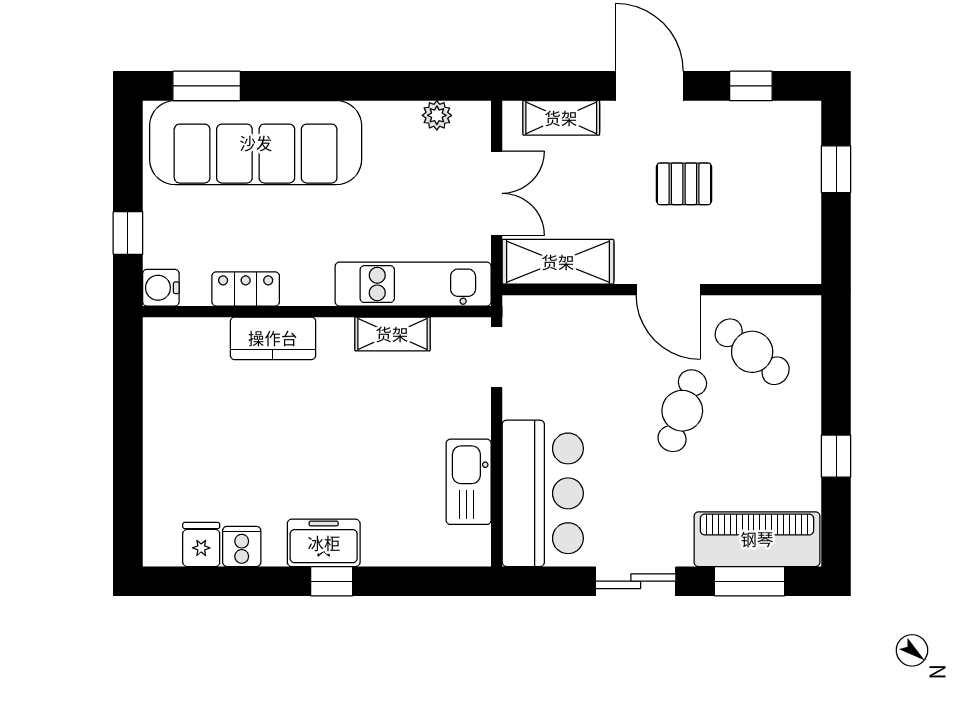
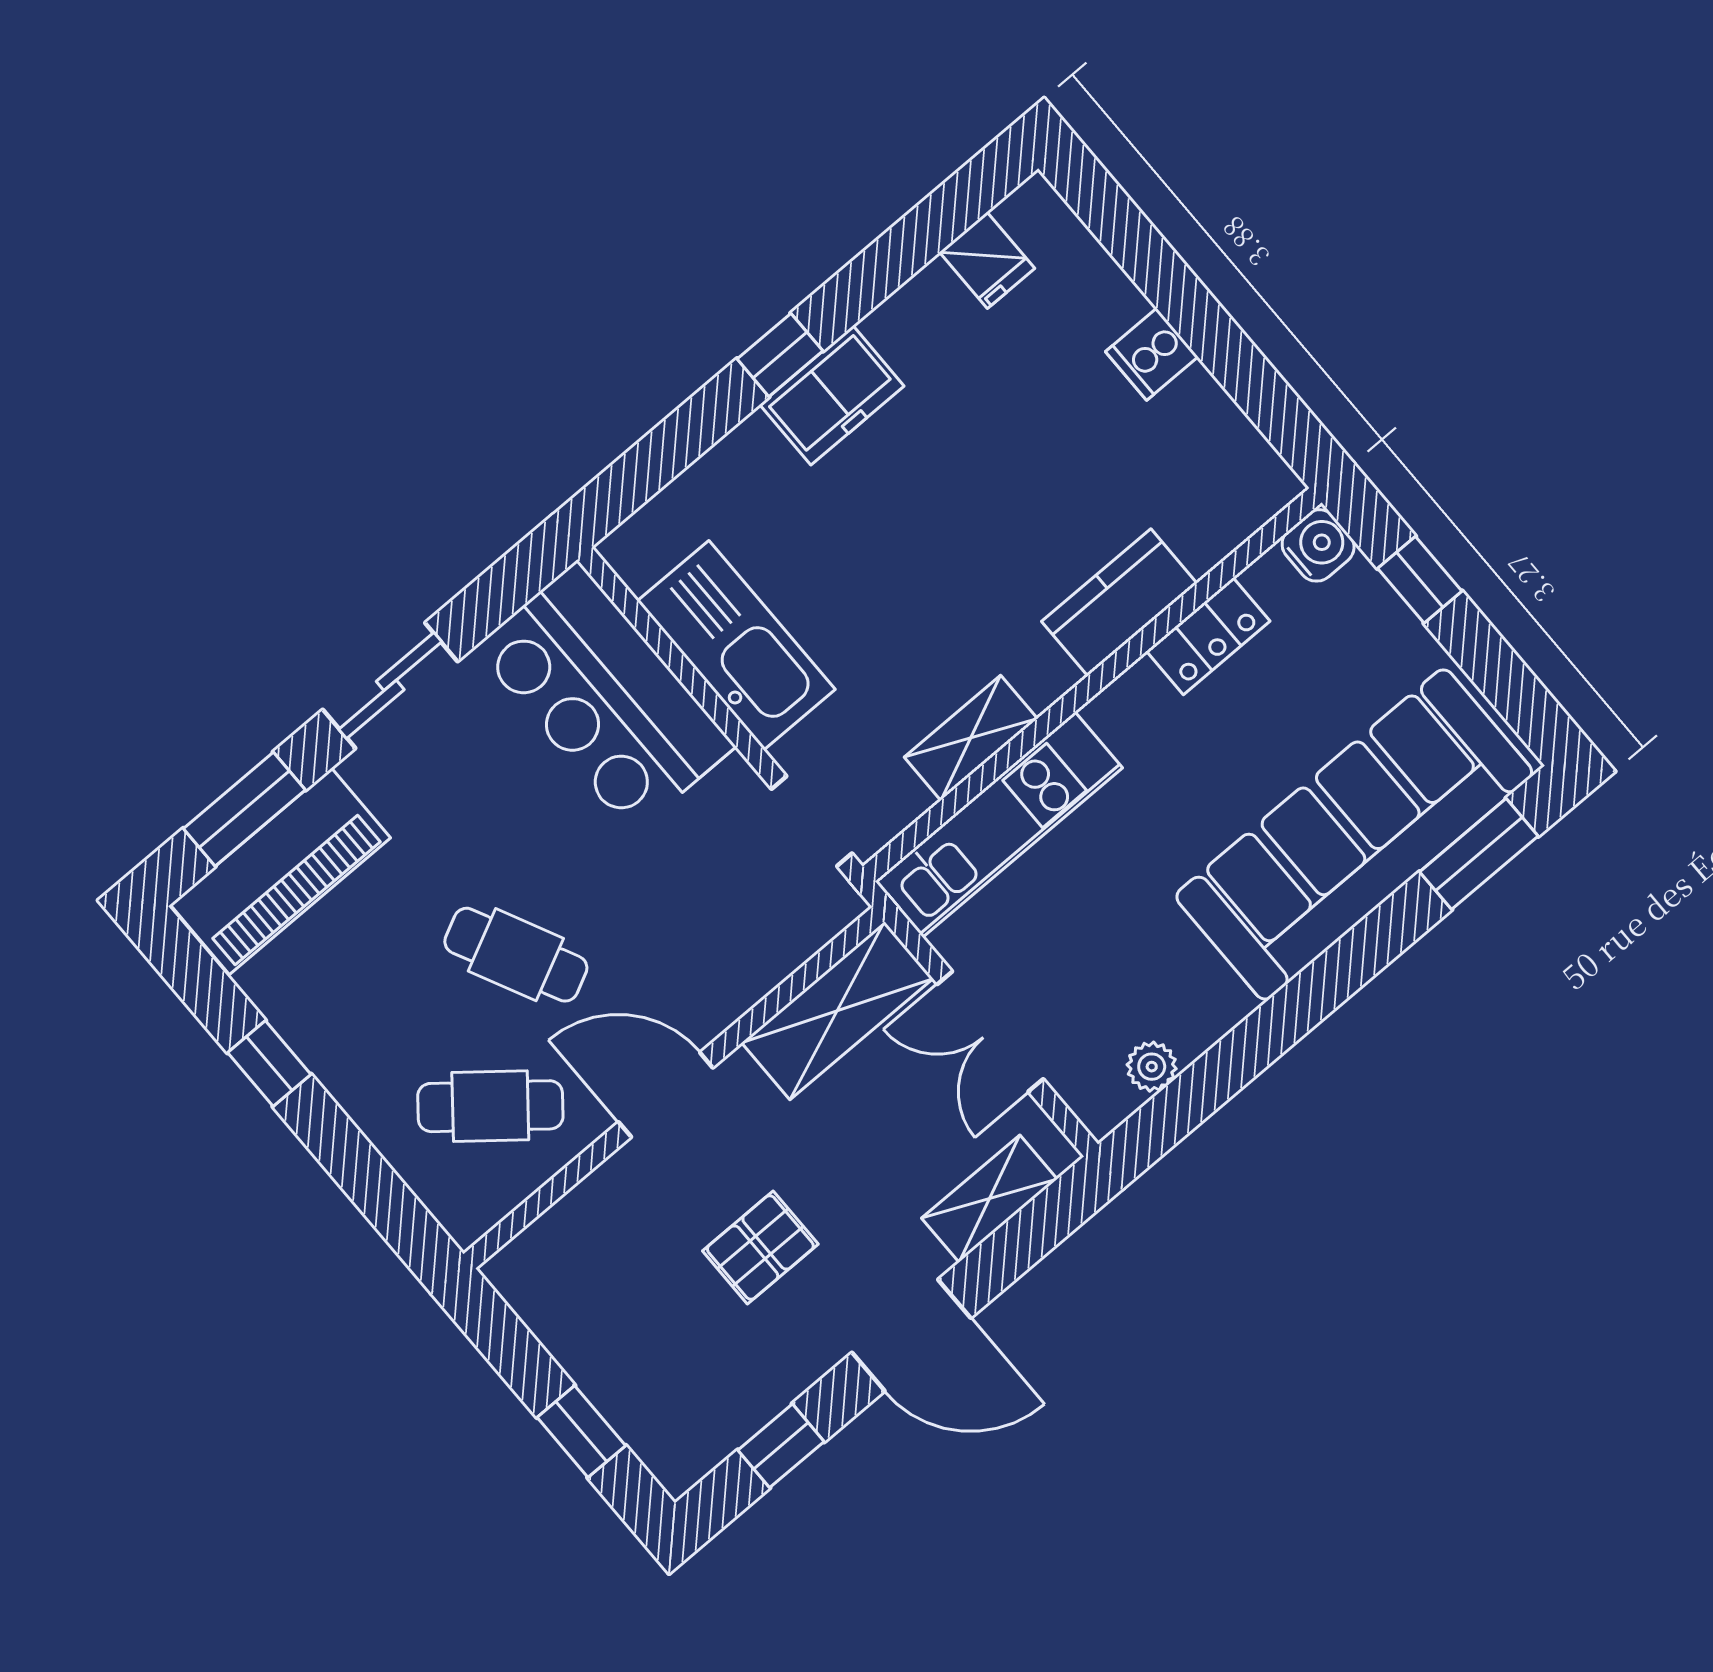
cafe table: (682, 411) -> (516, 955), turned -46
kitchen sink: (469, 482) -> (736, 645), width x1.36, depth x1.24
cooker: (242, 546) -> (1152, 354), moved, turned 90

